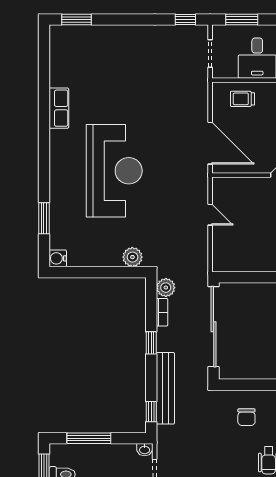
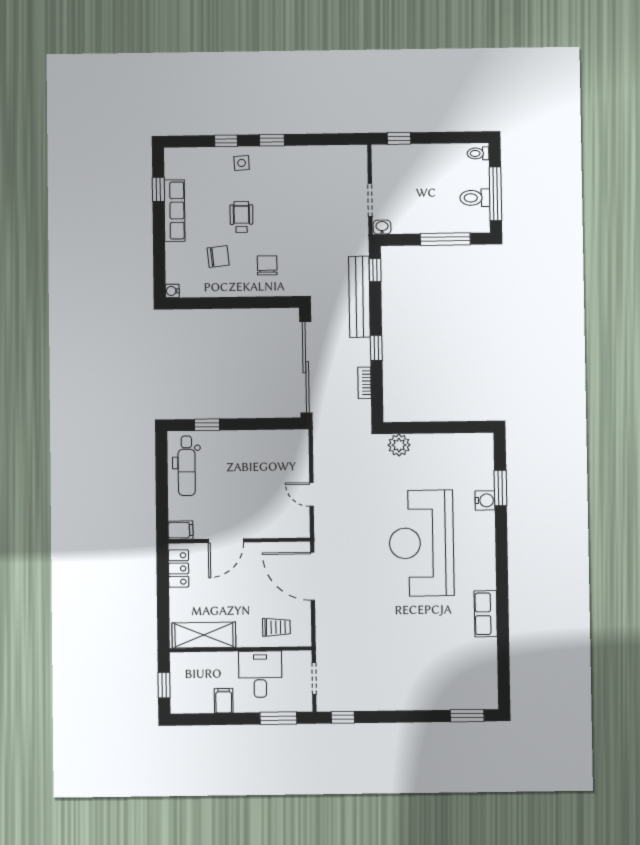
water cooler: (58, 258) -> (485, 500), moved
plant: (166, 288) -> (361, 411), removed

